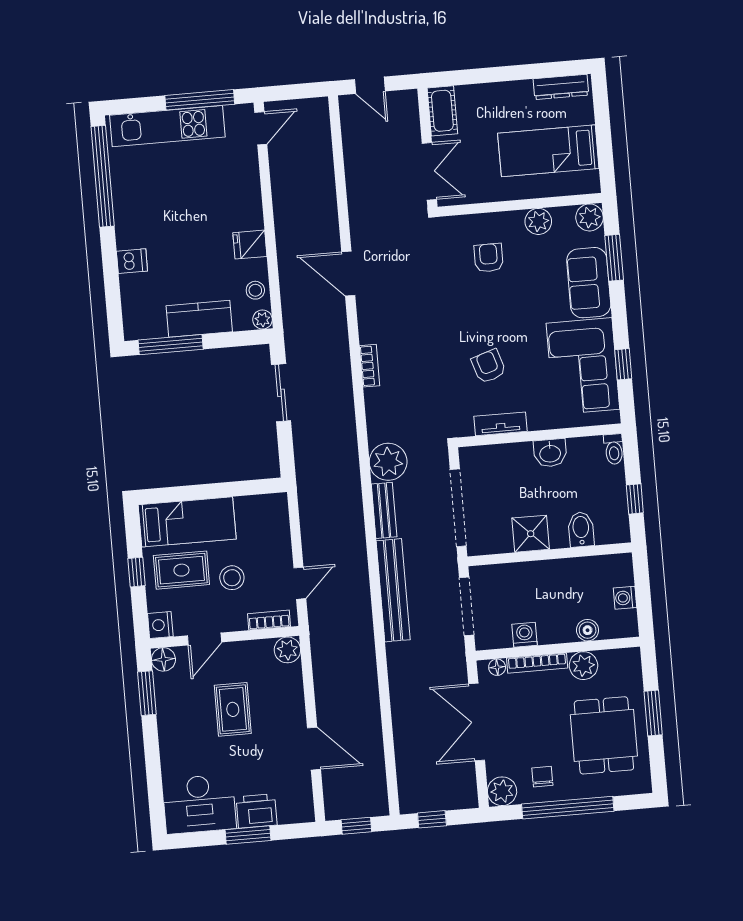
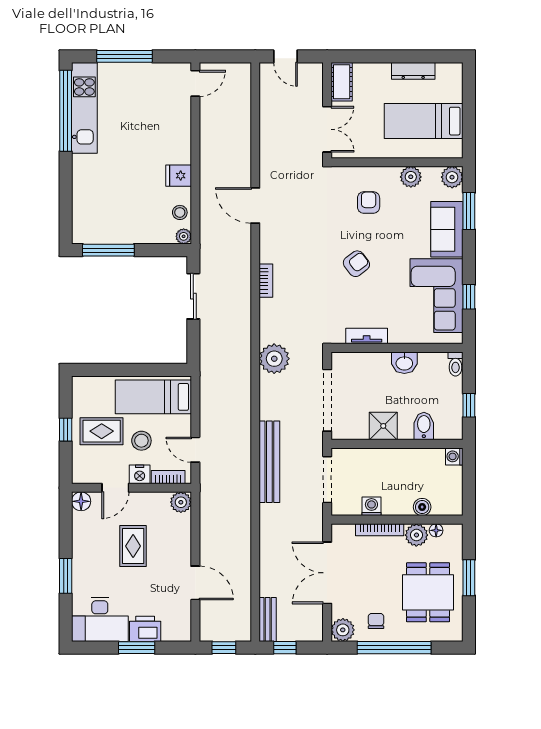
dresser: (561, 87) -> (413, 71), moved
window: (200, 100) -> (125, 56), moved
kitchen unit: (167, 126) -> (84, 108), moved, turned -90
dishwasher: (132, 261) -> (83, 181), removed
kitchen counter: (199, 319) -> (133, 231), removed
armchair: (489, 366) -> (356, 264), moved, turned 71
bench: (384, 510) -> (268, 620), moved
bed: (187, 522) -> (153, 397), moved, turned 180
door: (300, 583) -> (195, 450), swing flipped
washing machine: (625, 598) -> (454, 456), moved
nightstand: (160, 625) -> (140, 474), moved, turned -90
floor lamp: (497, 667) -> (436, 530), moved
window: (147, 693) -> (66, 576), moved

